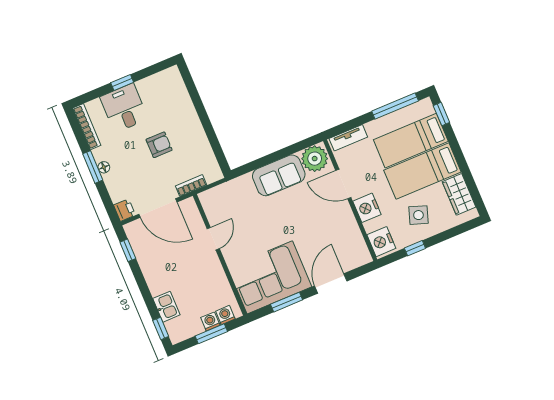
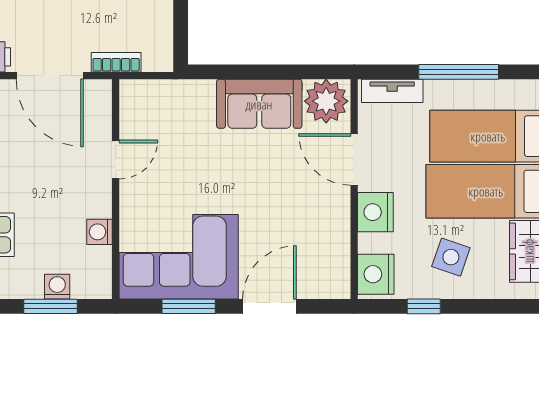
window: (395, 106) -> (459, 72), moved
washing machine: (225, 315) -> (100, 232), moved, turned -90

